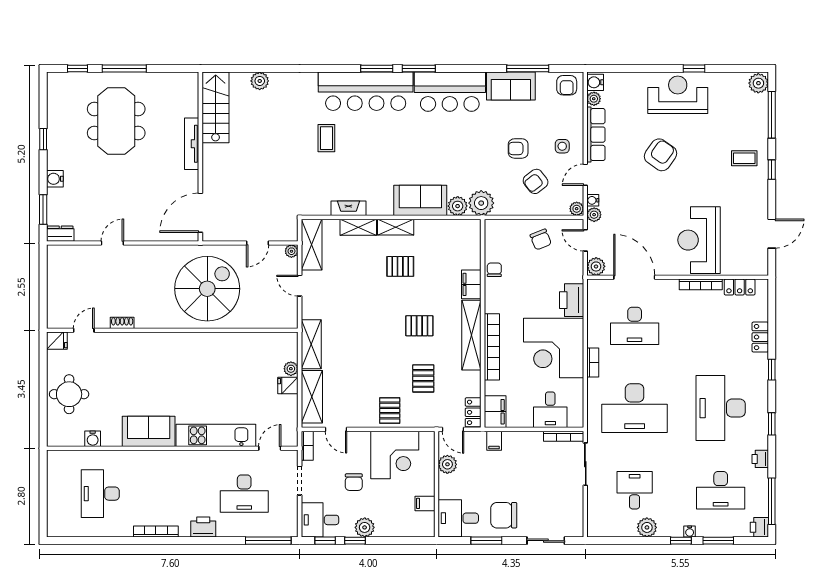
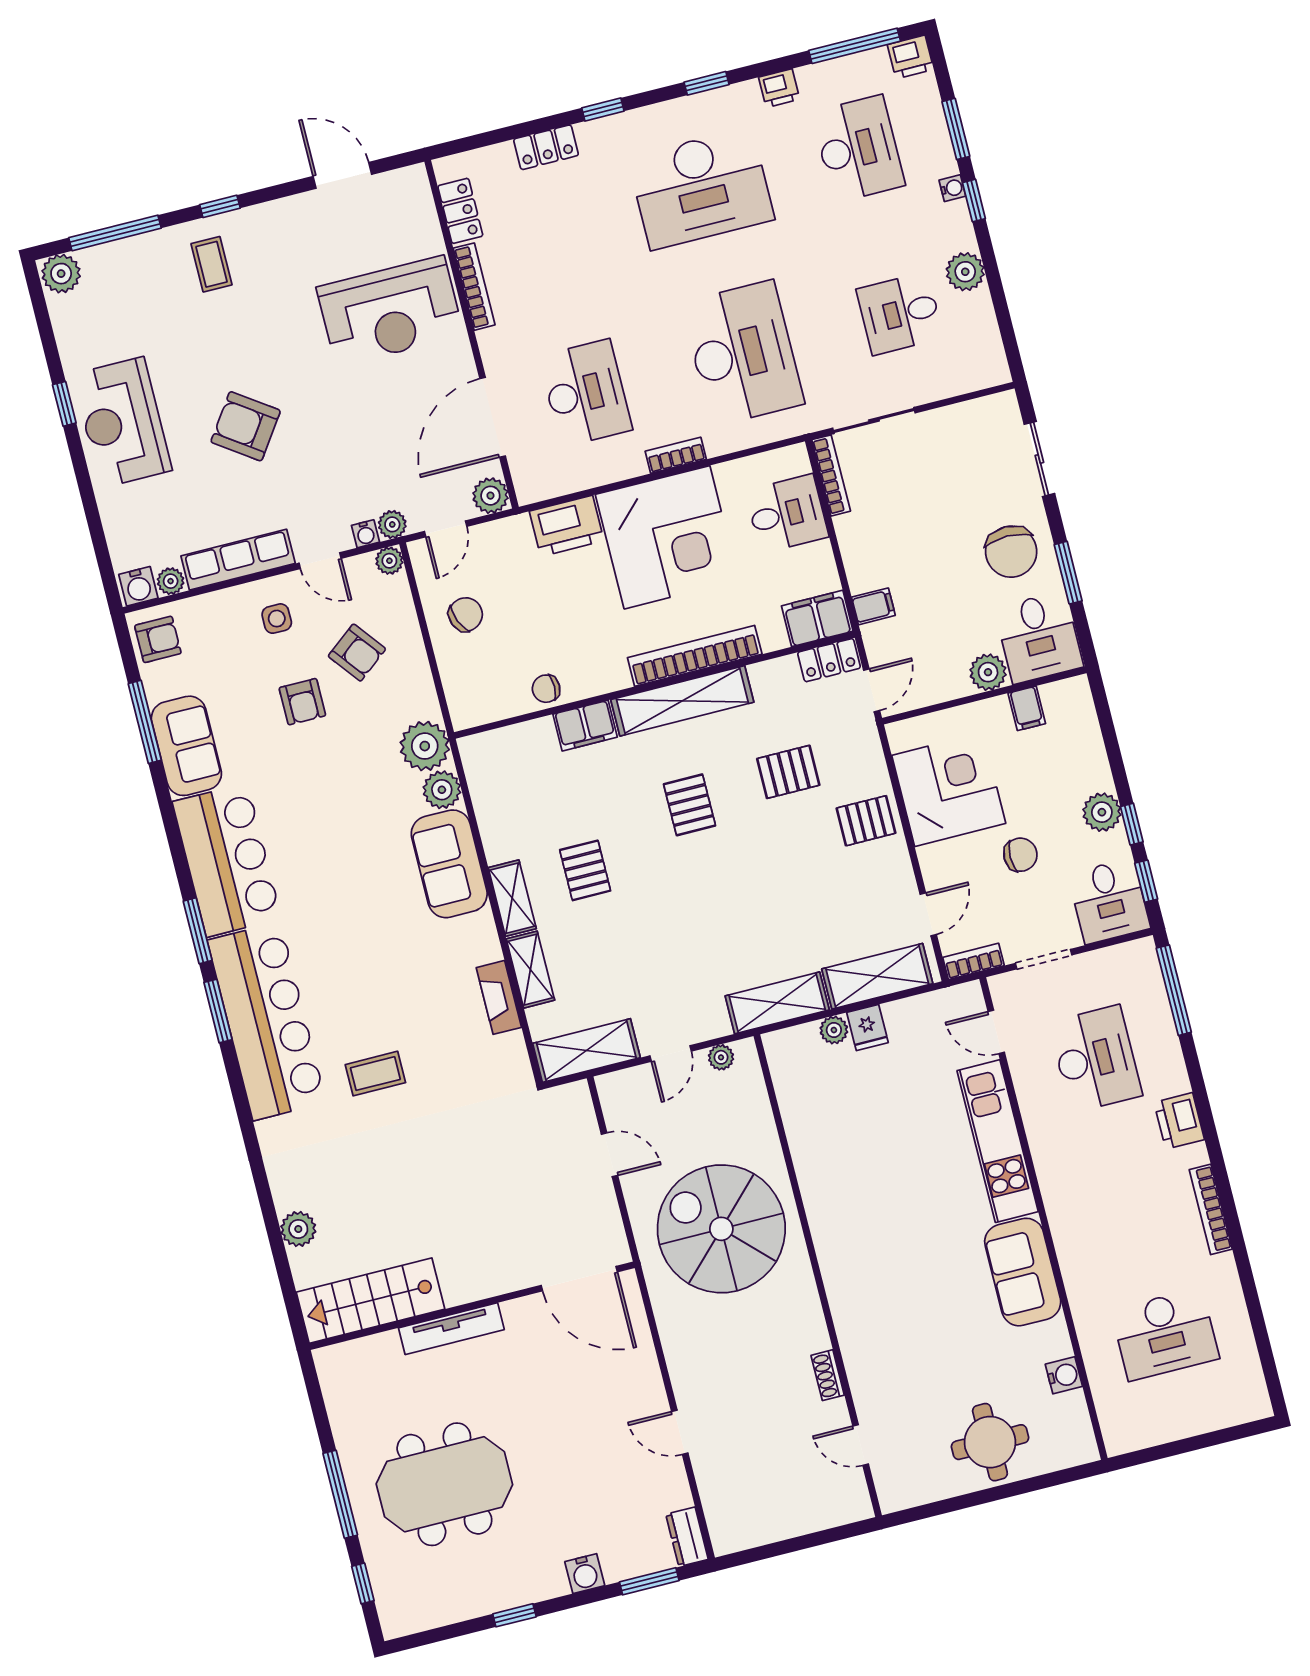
plant: (291, 251) -> (721, 1057), moved
fridge: (57, 341) -> (893, 1491), removed
plant: (447, 464) -> (988, 672), moved

